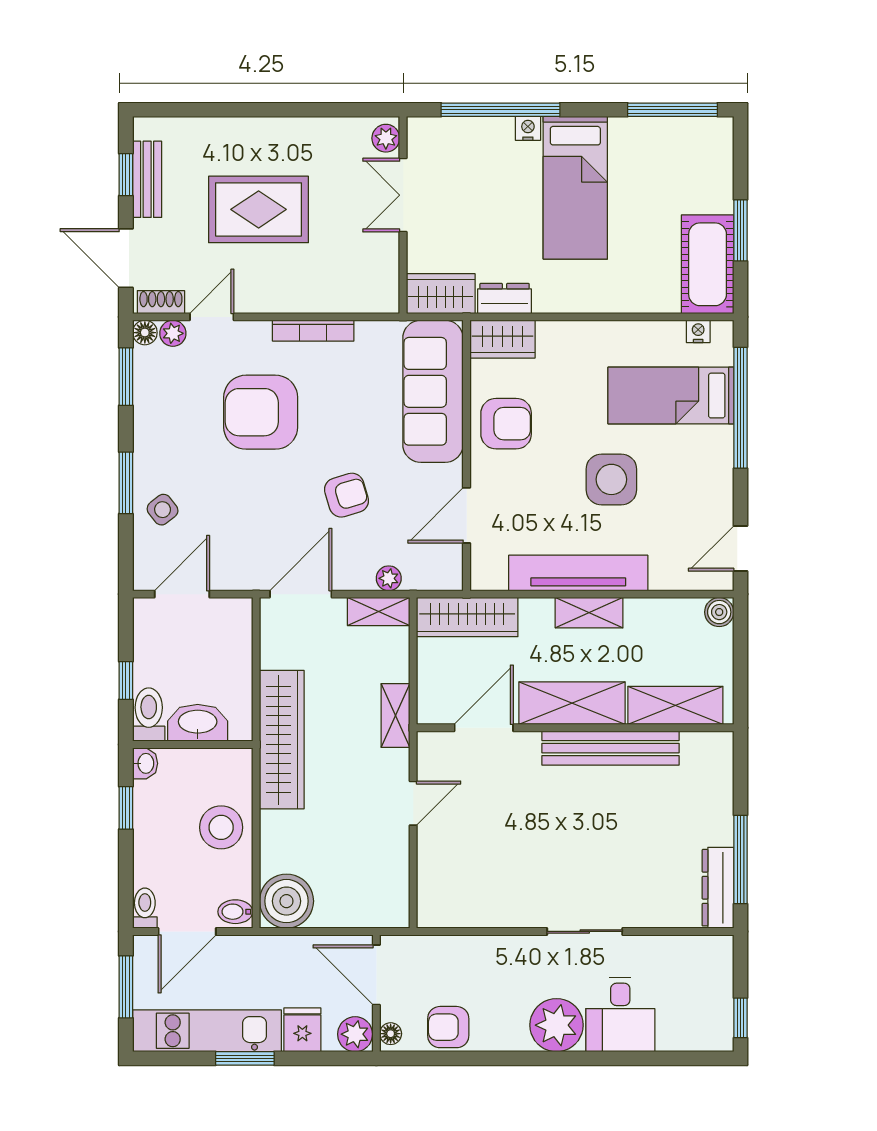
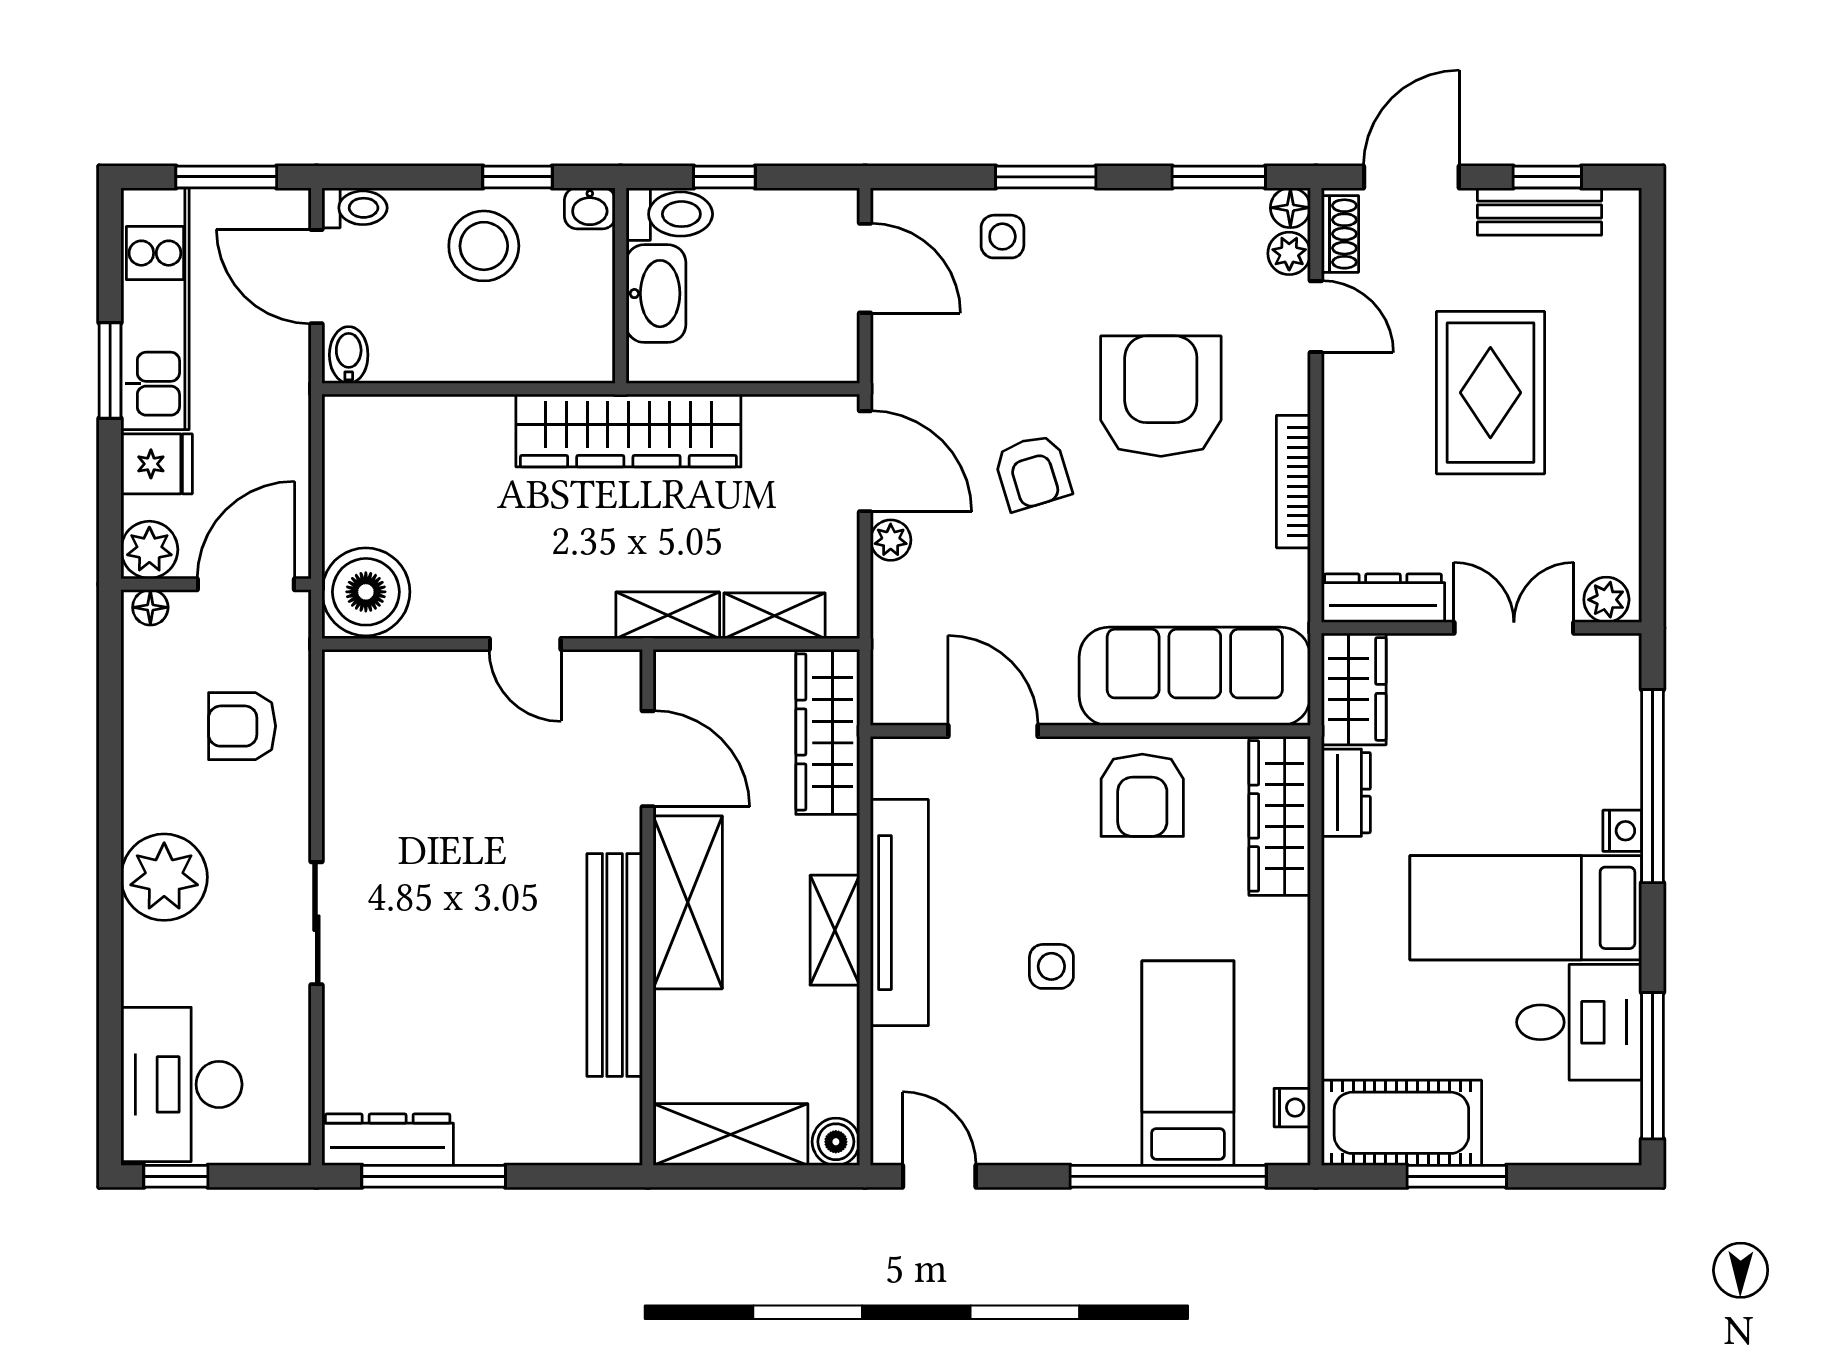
desk: (646, 155) -> (1579, 1022), added
dresser: (385, 276) -> (1383, 598), added
wardrobe: (502, 339) -> (1280, 816), width x1.50
side table: (611, 479) -> (1051, 966), width x0.54, depth x0.54
armchair: (347, 495) -> (1033, 472), moved
side table: (163, 510) -> (1002, 237), turned 38
plant: (389, 578) -> (891, 540), moved
shelving: (379, 611) -> (775, 616), moved, turned 90
shelving: (675, 705) -> (731, 1134), moved, turned 90
stool: (221, 827) -> (484, 246), moved
boiler: (286, 901) -> (366, 592), moved
desk: (620, 1014) -> (181, 1084), moved, width x1.37
armchair: (448, 1027) -> (242, 726), moved, turned -90

